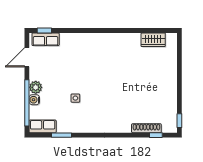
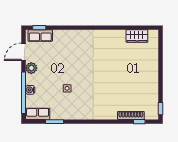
plant: (36, 87) -> (31, 68), moved

